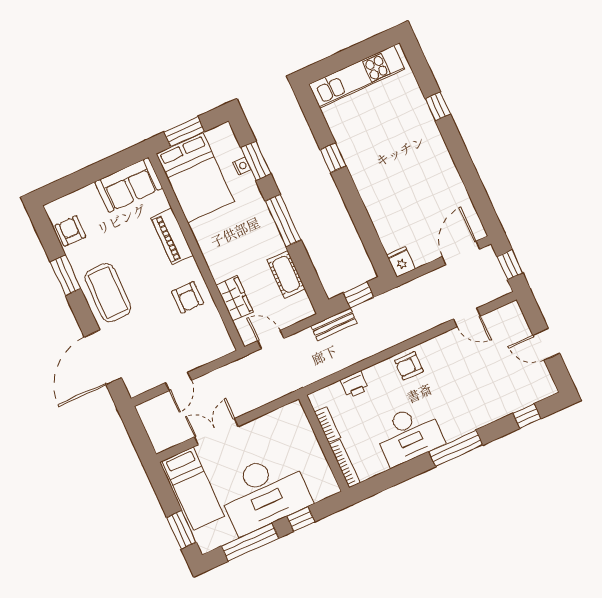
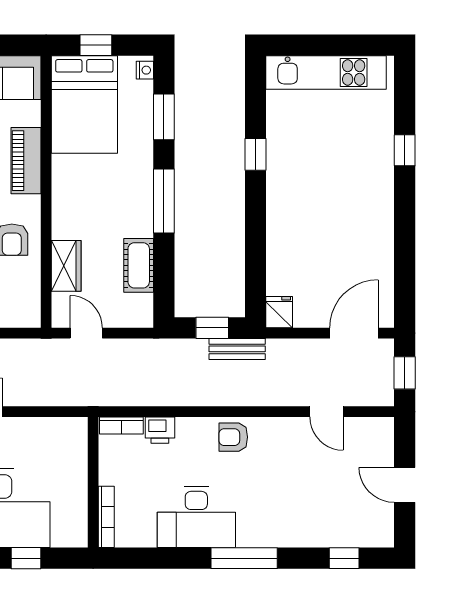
window: (184, 132) -> (96, 45), width x0.67
nightstand: (242, 166) -> (145, 70), moved
bench: (334, 324) -> (237, 349), moved
bookcase: (327, 425) -> (121, 426), moved, turned 90

